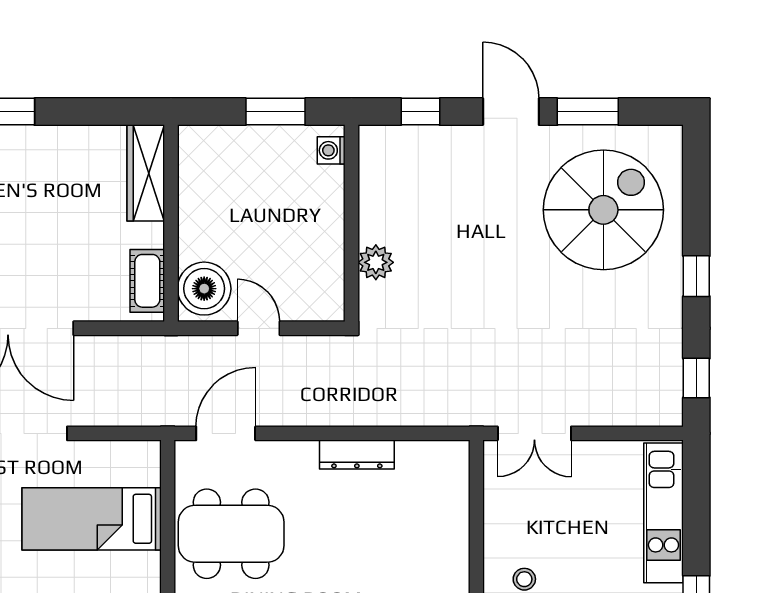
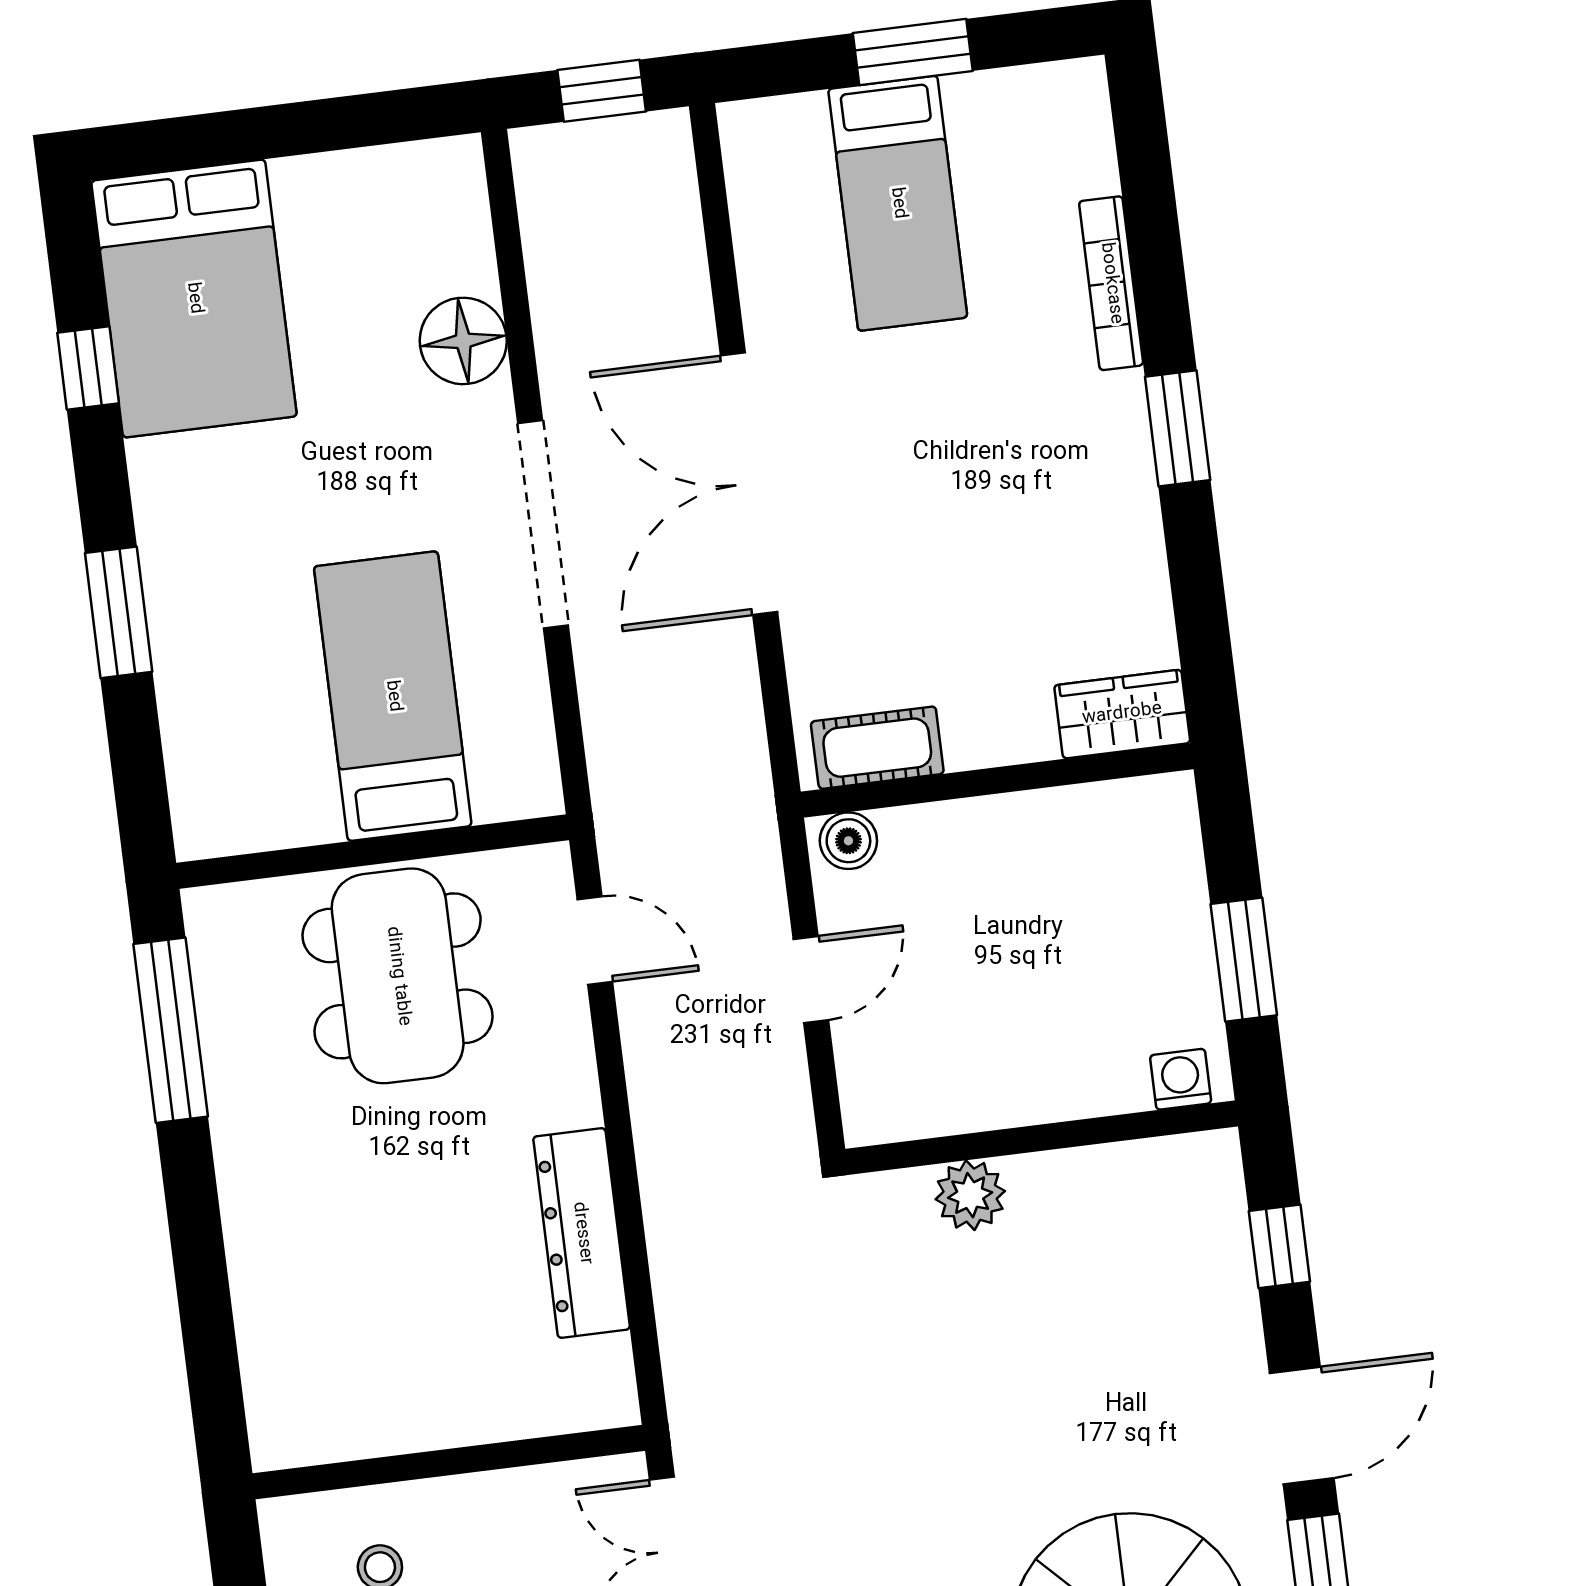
wardrobe: (146, 173) -> (1122, 714), width x0.67
boiler: (204, 289) -> (848, 841), width x0.54, depth x0.54
door: (226, 433) -> (595, 940), width x0.73
dresser: (357, 455) -> (582, 1233), width x1.37, depth x1.24

